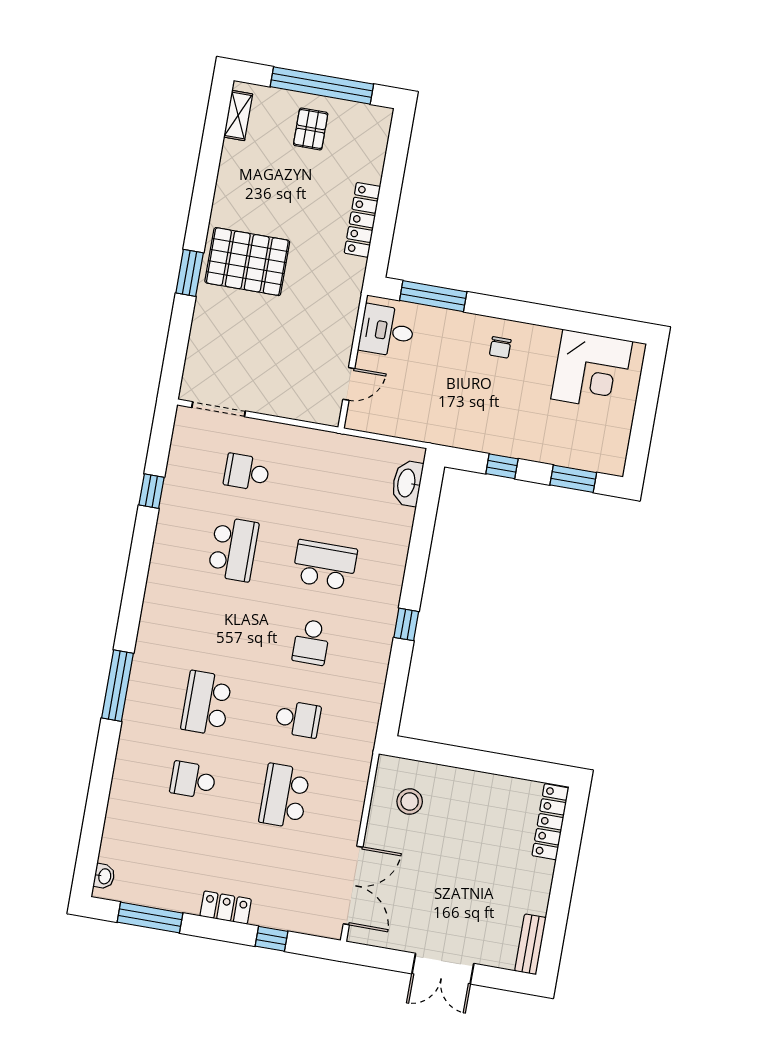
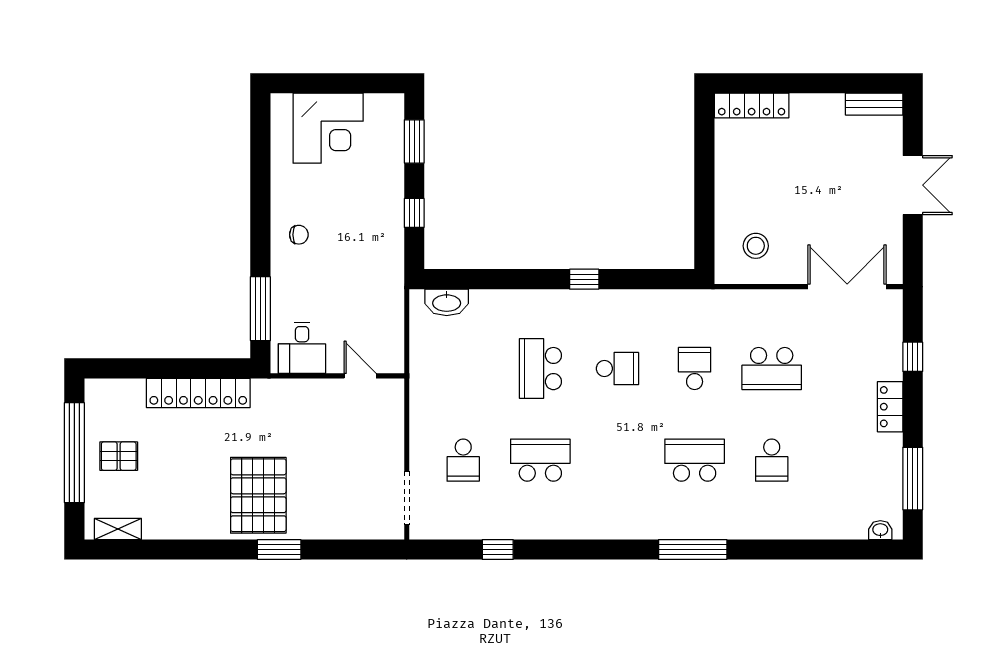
locker: (362, 220) -> (198, 393), width x1.41, depth x1.21
corner desk: (592, 370) -> (328, 128), moved, turned 90
school desk: (206, 703) -> (695, 460), turned 180

